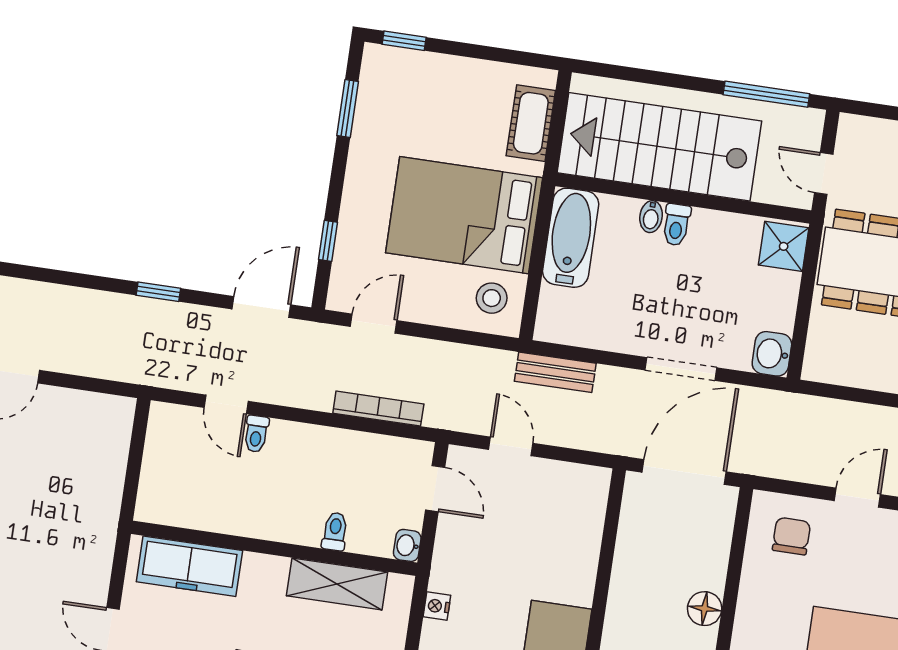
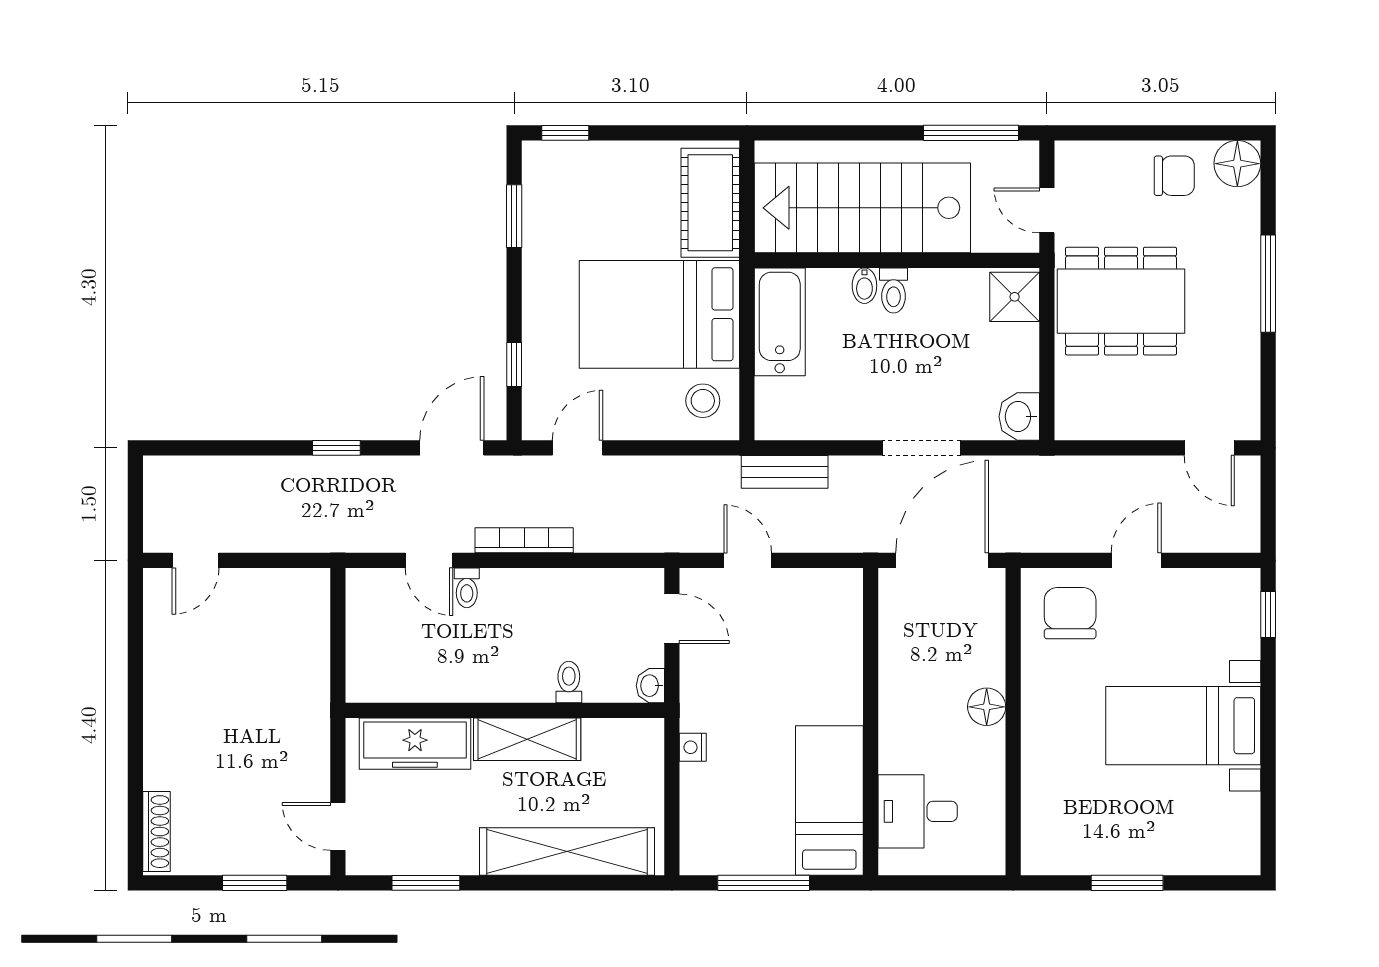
cot: (531, 123) -> (710, 203), width x1.37, depth x1.34
bookcase: (378, 409) -> (524, 540), moved
chair: (791, 536) -> (1070, 613), width x1.37, depth x1.37
shelving: (337, 584) -> (527, 739), moved

